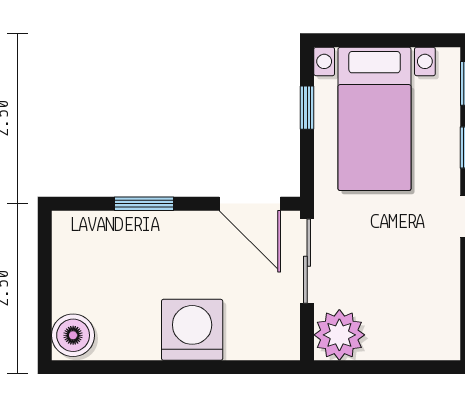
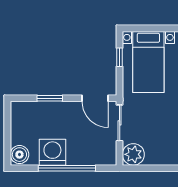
washing machine: (192, 330) -> (52, 152), moved
window: (184, 367) -> (67, 168), added

